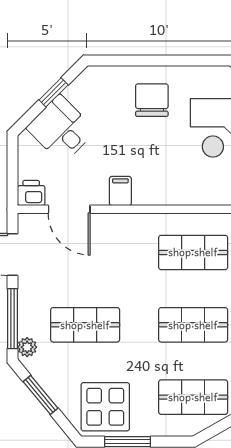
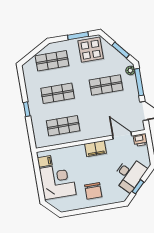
desk: (61, 129) -> (129, 174), width x1.37
filing cabinet: (120, 191) -> (96, 149), width x2.00

